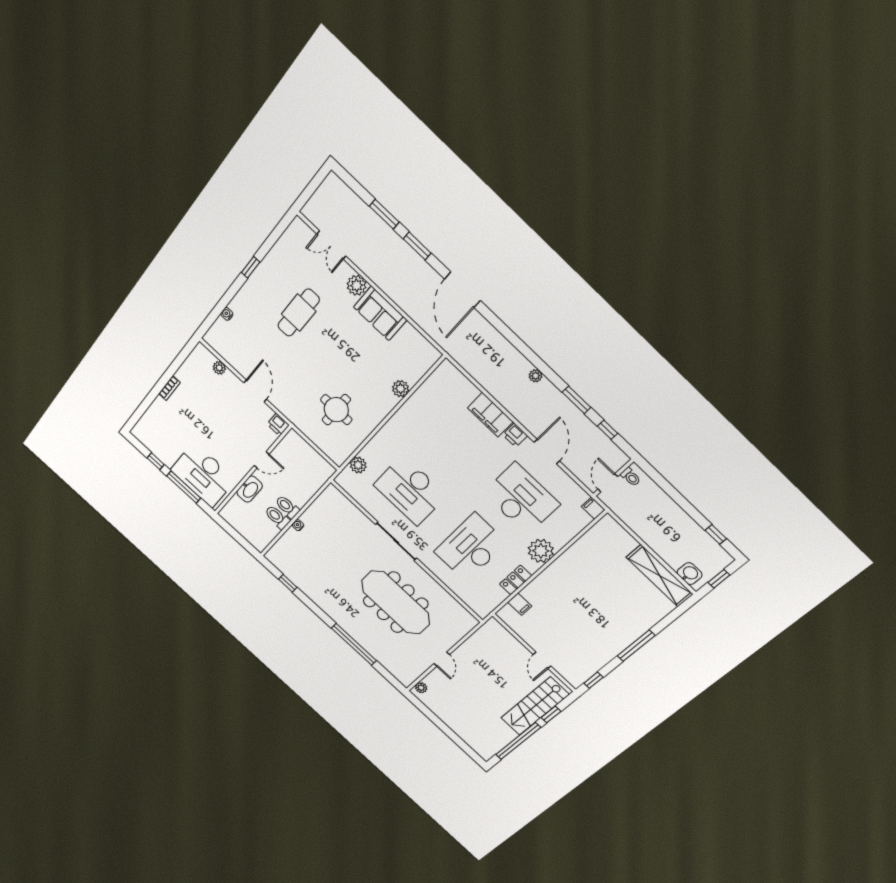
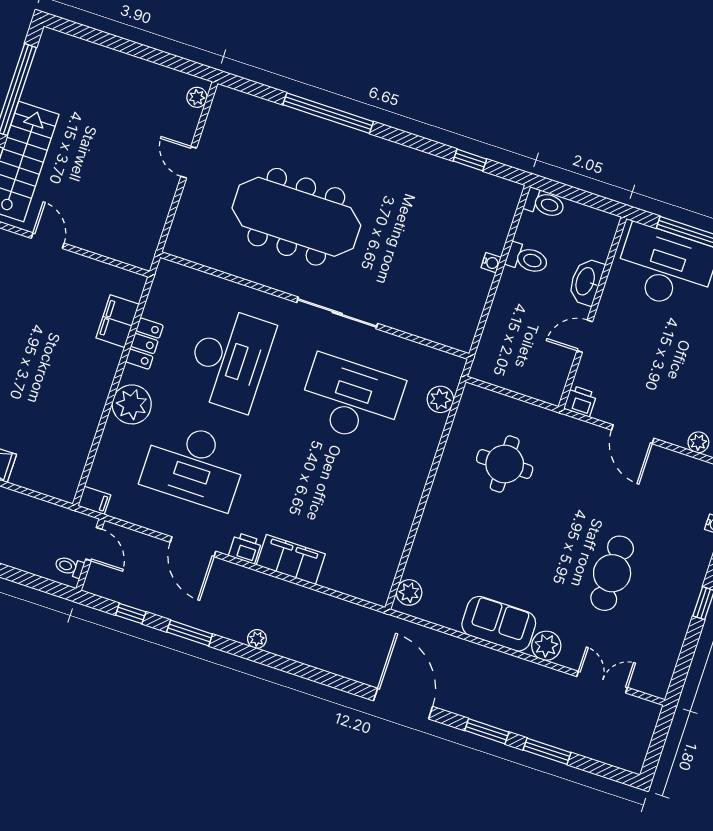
plant: (400, 389) -> (409, 592), moved
toilet: (287, 507) -> (544, 203), moved
filing cabinet: (520, 604) -> (117, 321), width x2.00

